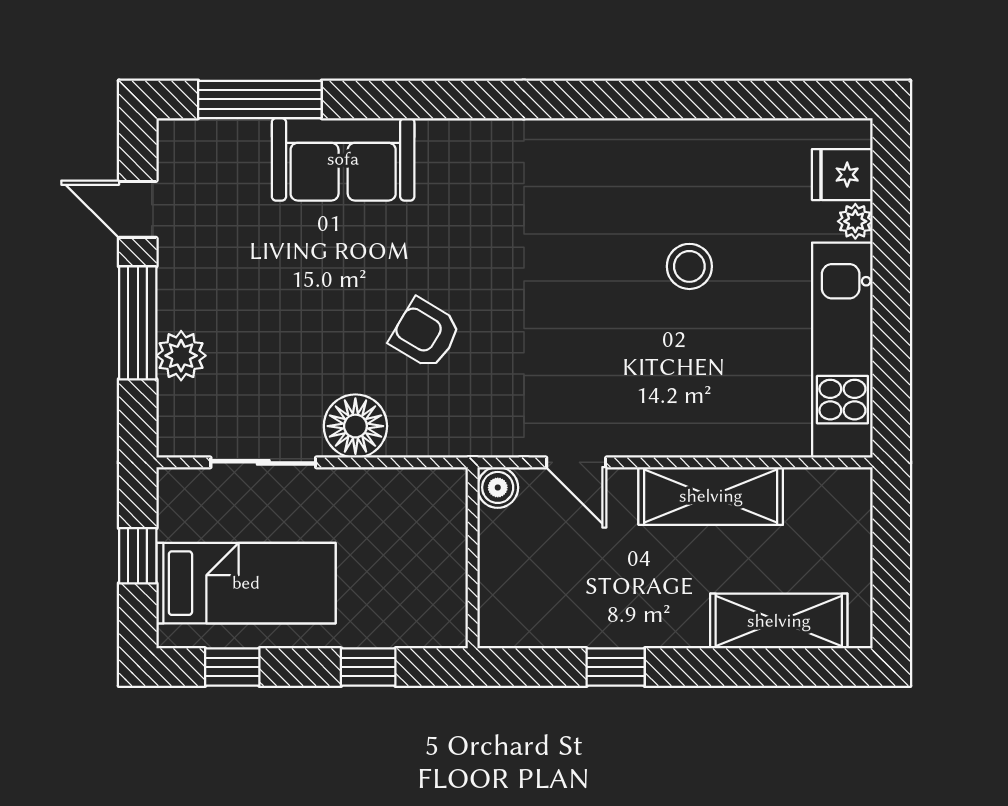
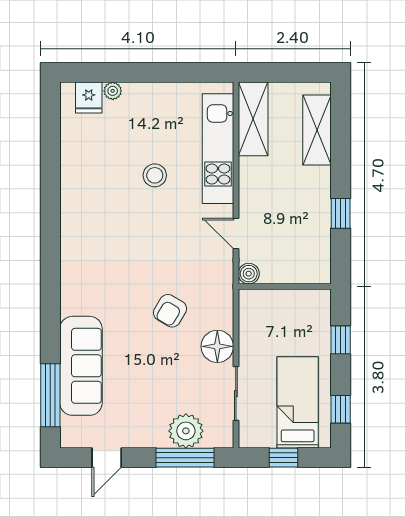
sofa: (343, 159) -> (81, 366), width x1.36
stool: (689, 266) -> (155, 175), moved
window: (138, 323) -> (185, 458), moved
kitchen unit: (842, 350) -> (218, 149), moved, turned 90
plant: (181, 356) -> (186, 431), width x1.36, depth x1.36
door: (576, 462) -> (236, 234), swing flipped
shelving: (711, 496) -> (253, 119), moved

